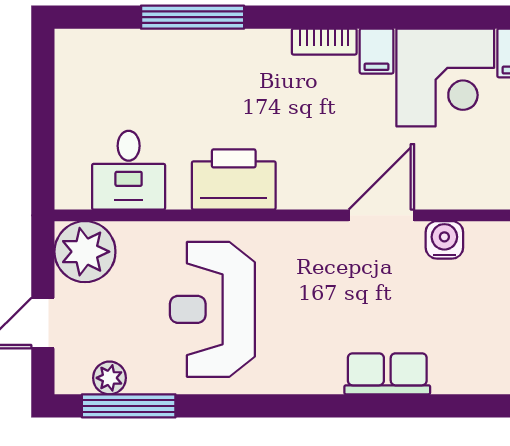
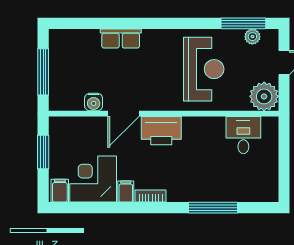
printer: (234, 179) -> (161, 131), moved

